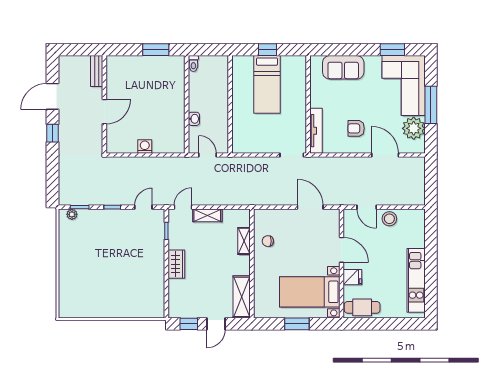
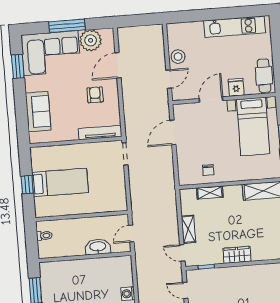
toilet: (193, 64) -> (44, 236), moved
washbasin: (194, 119) -> (98, 247), width x1.91, depth x1.45
armchair: (356, 128) -> (95, 95), turned 180

